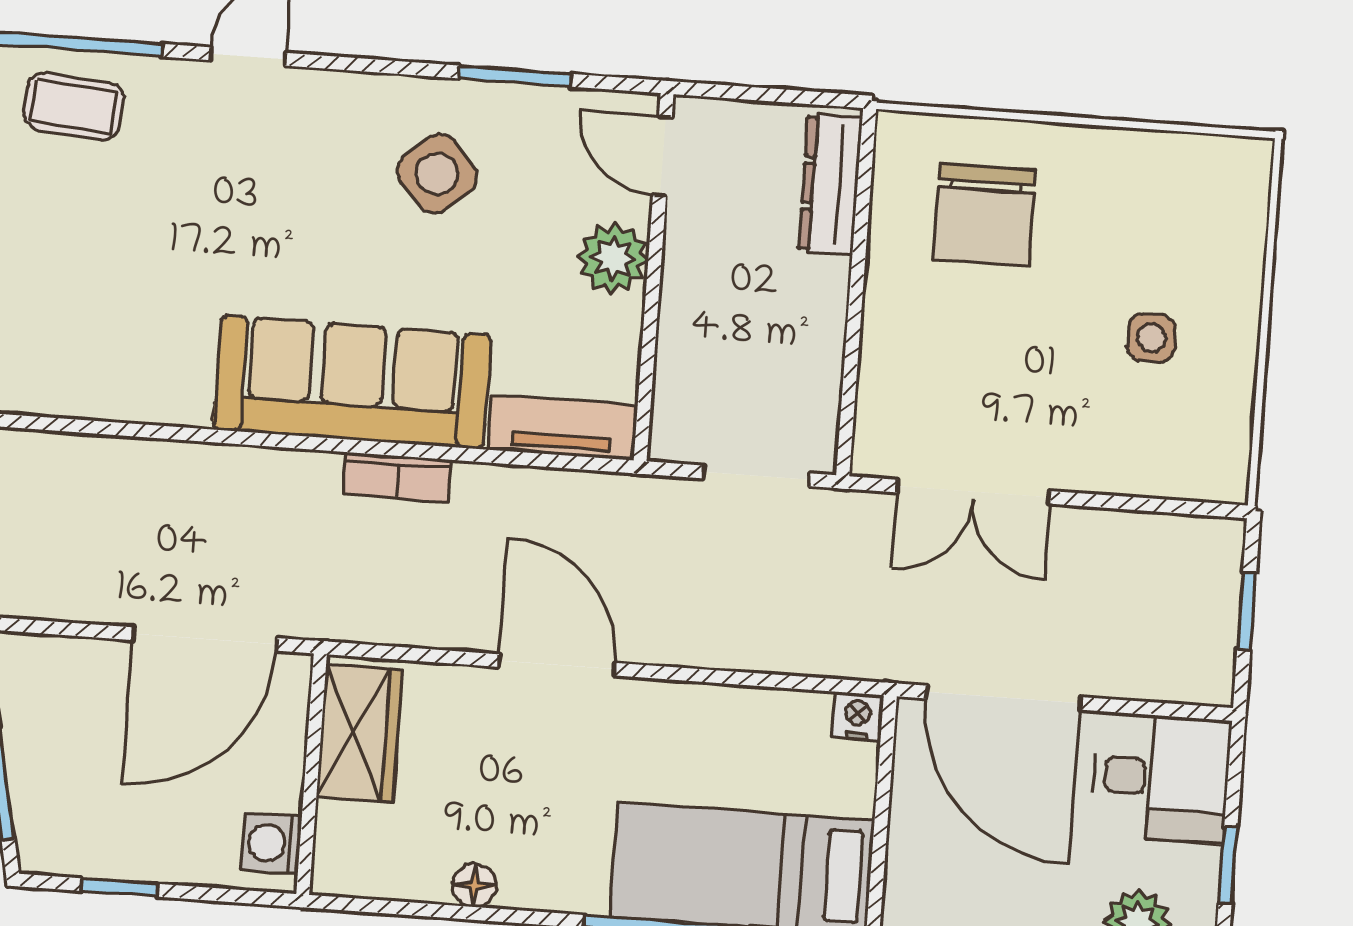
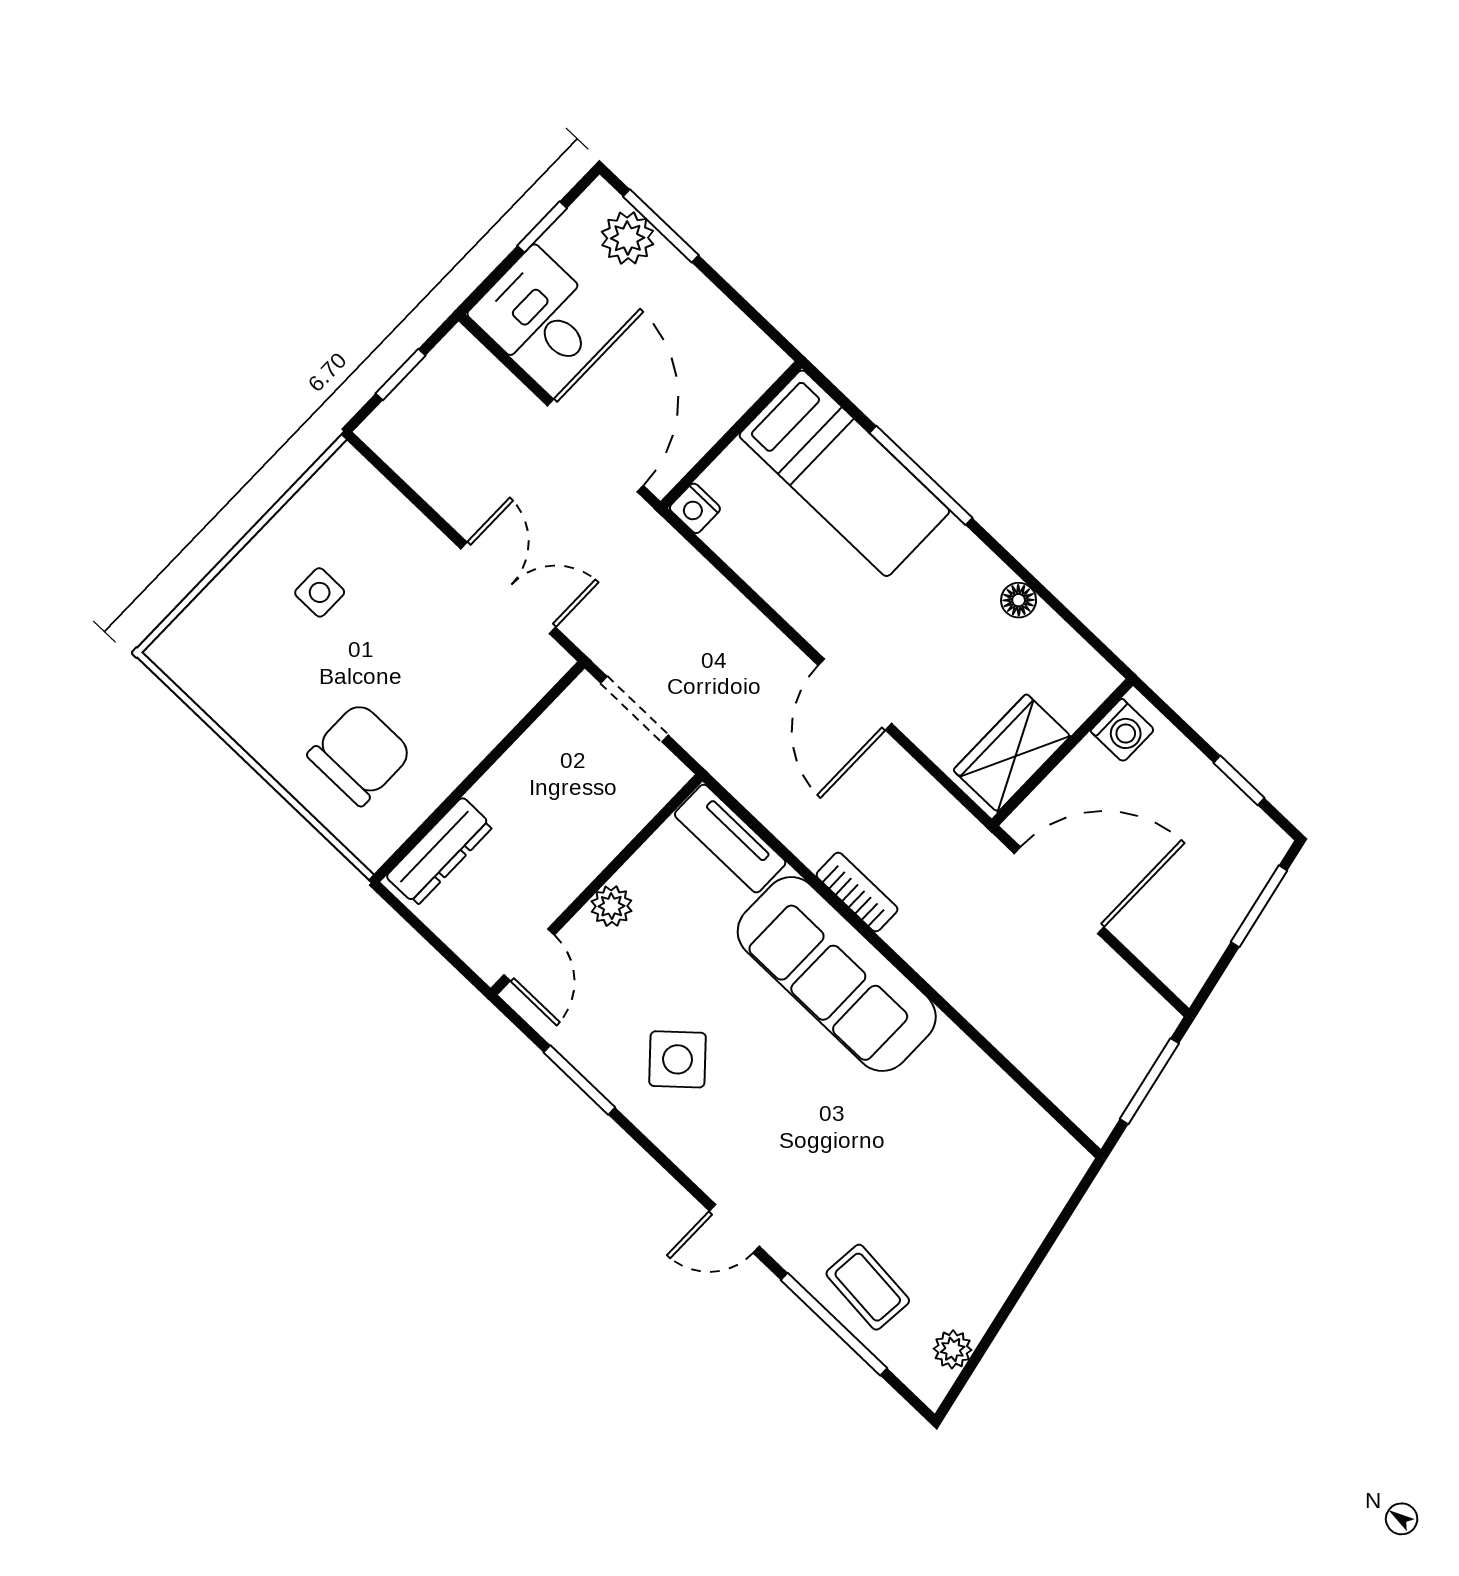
plant: (613, 258) -> (611, 906), width x0.73, depth x0.73

